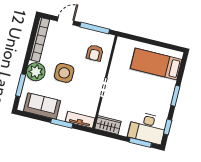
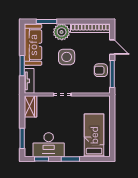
armchair: (95, 53) -> (101, 70), moved
sofa: (42, 106) -> (33, 45), width x1.36
desk: (147, 128) -> (49, 145), moved, turned -90

